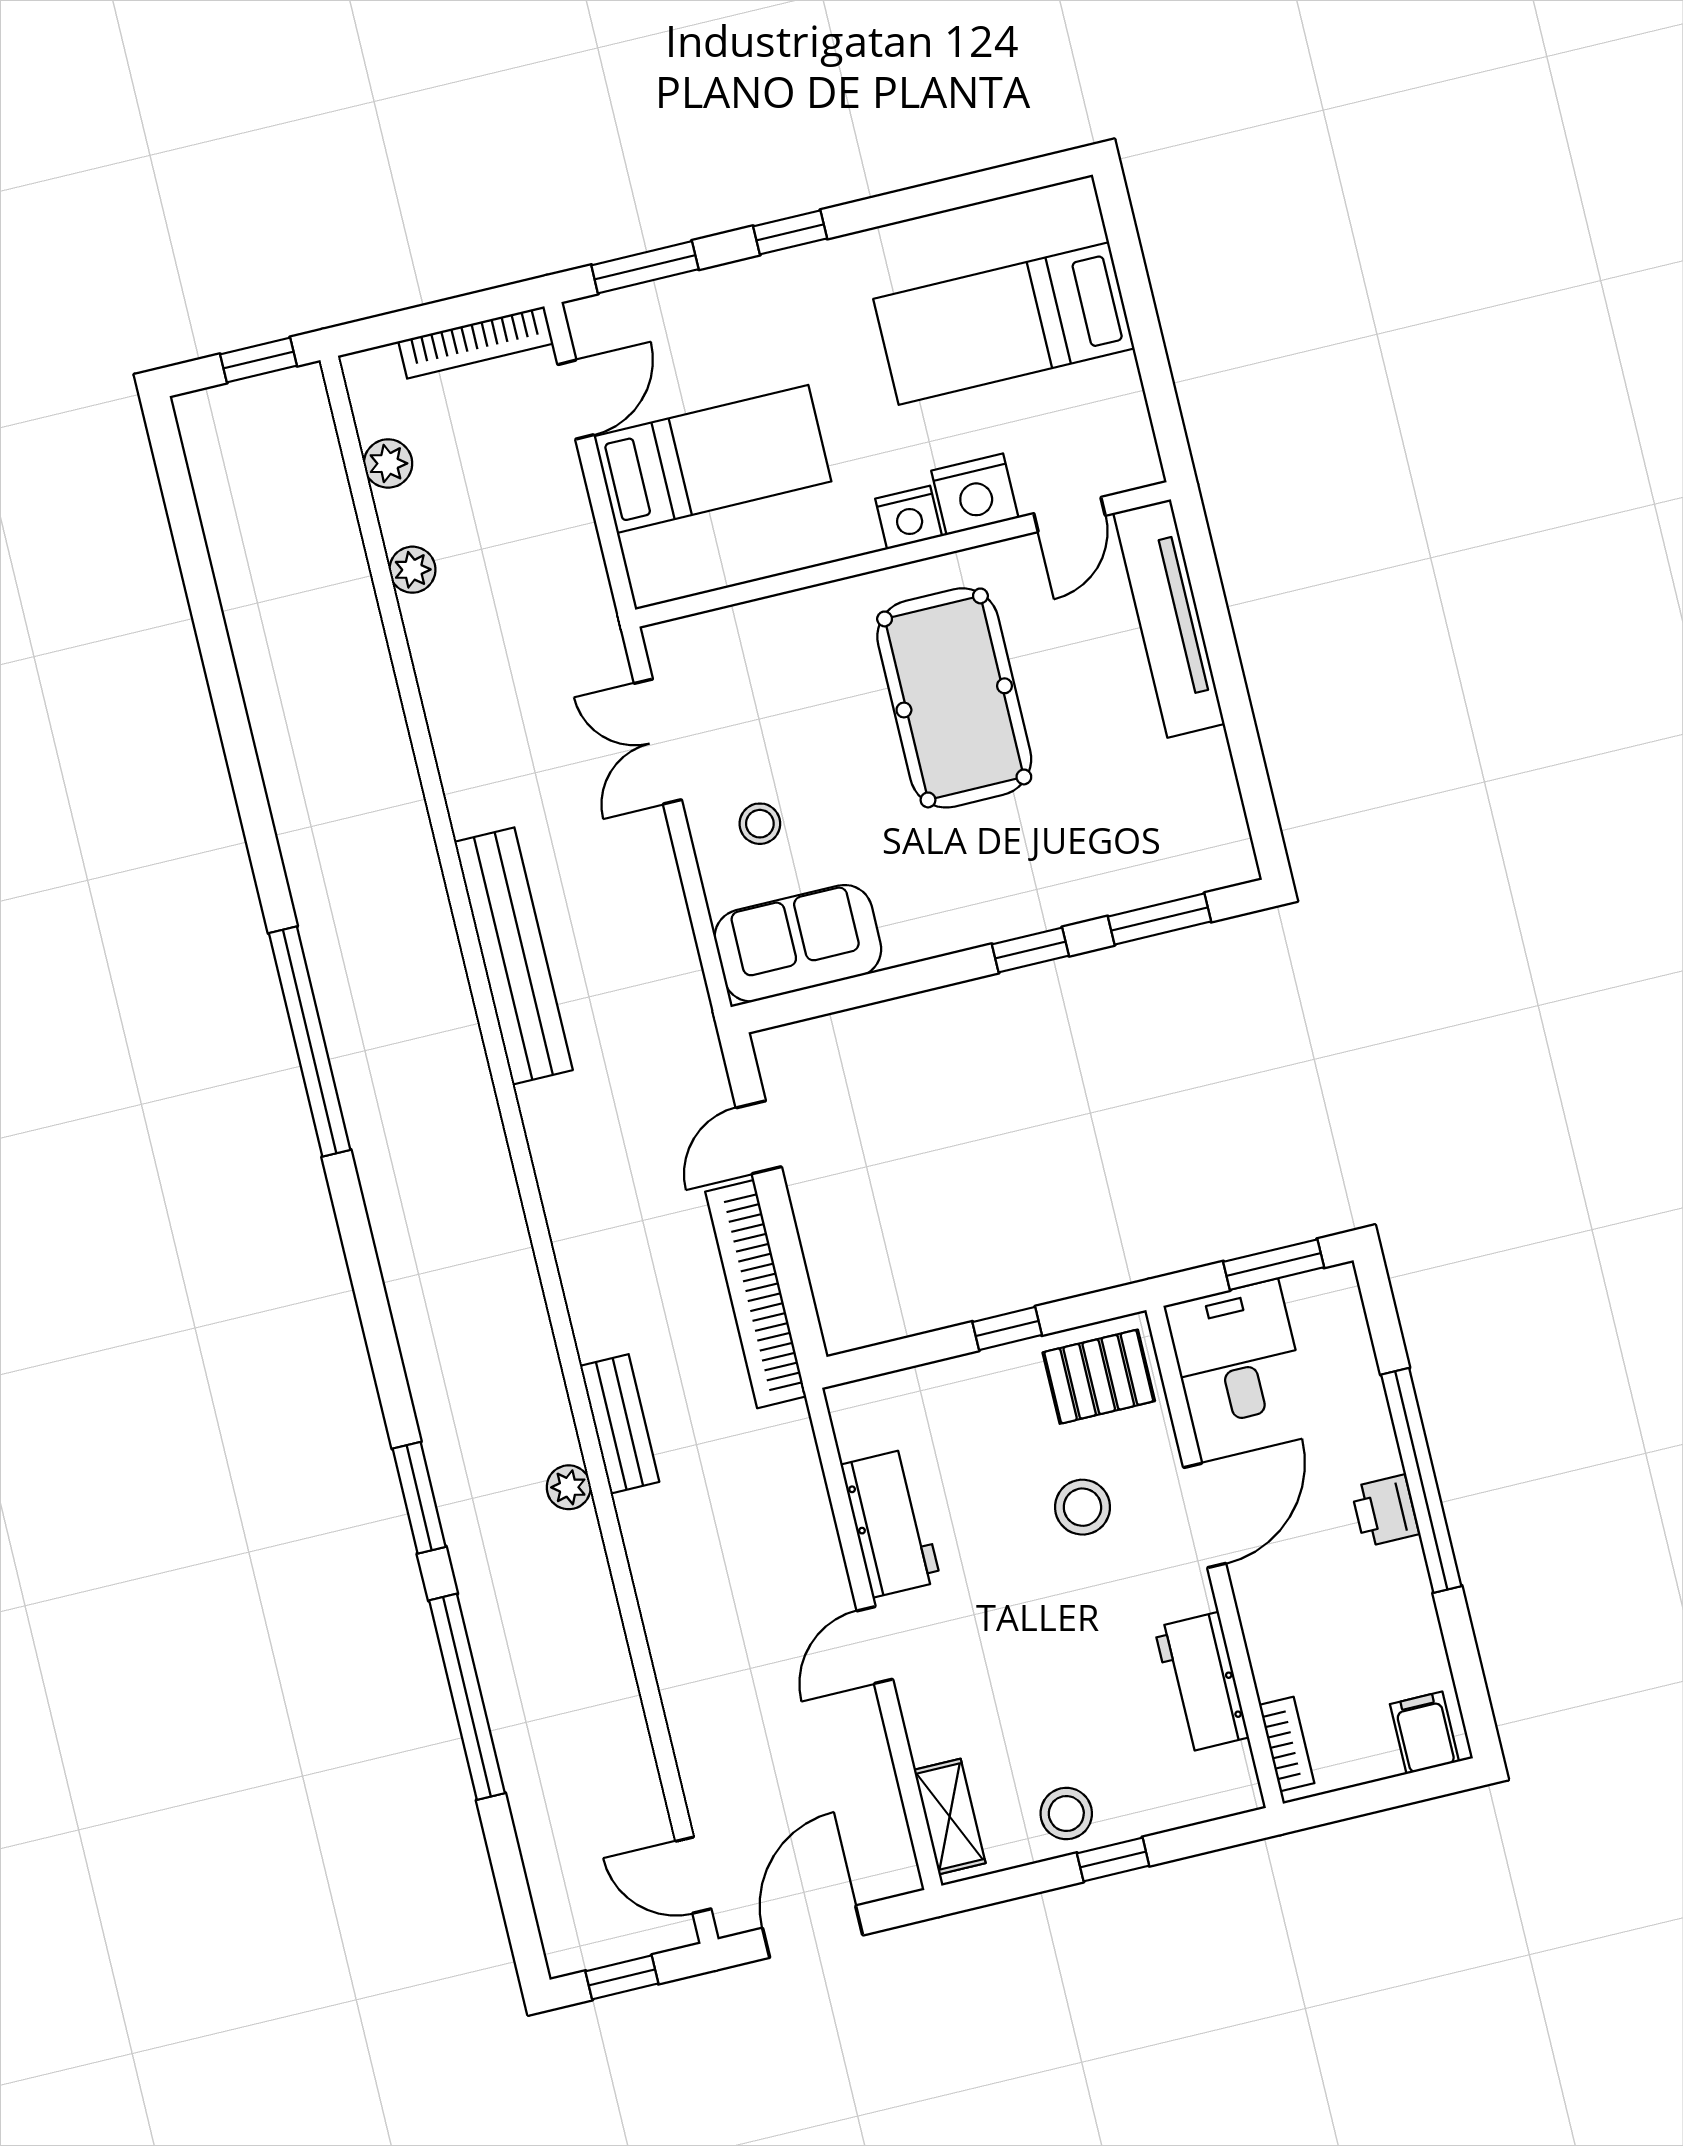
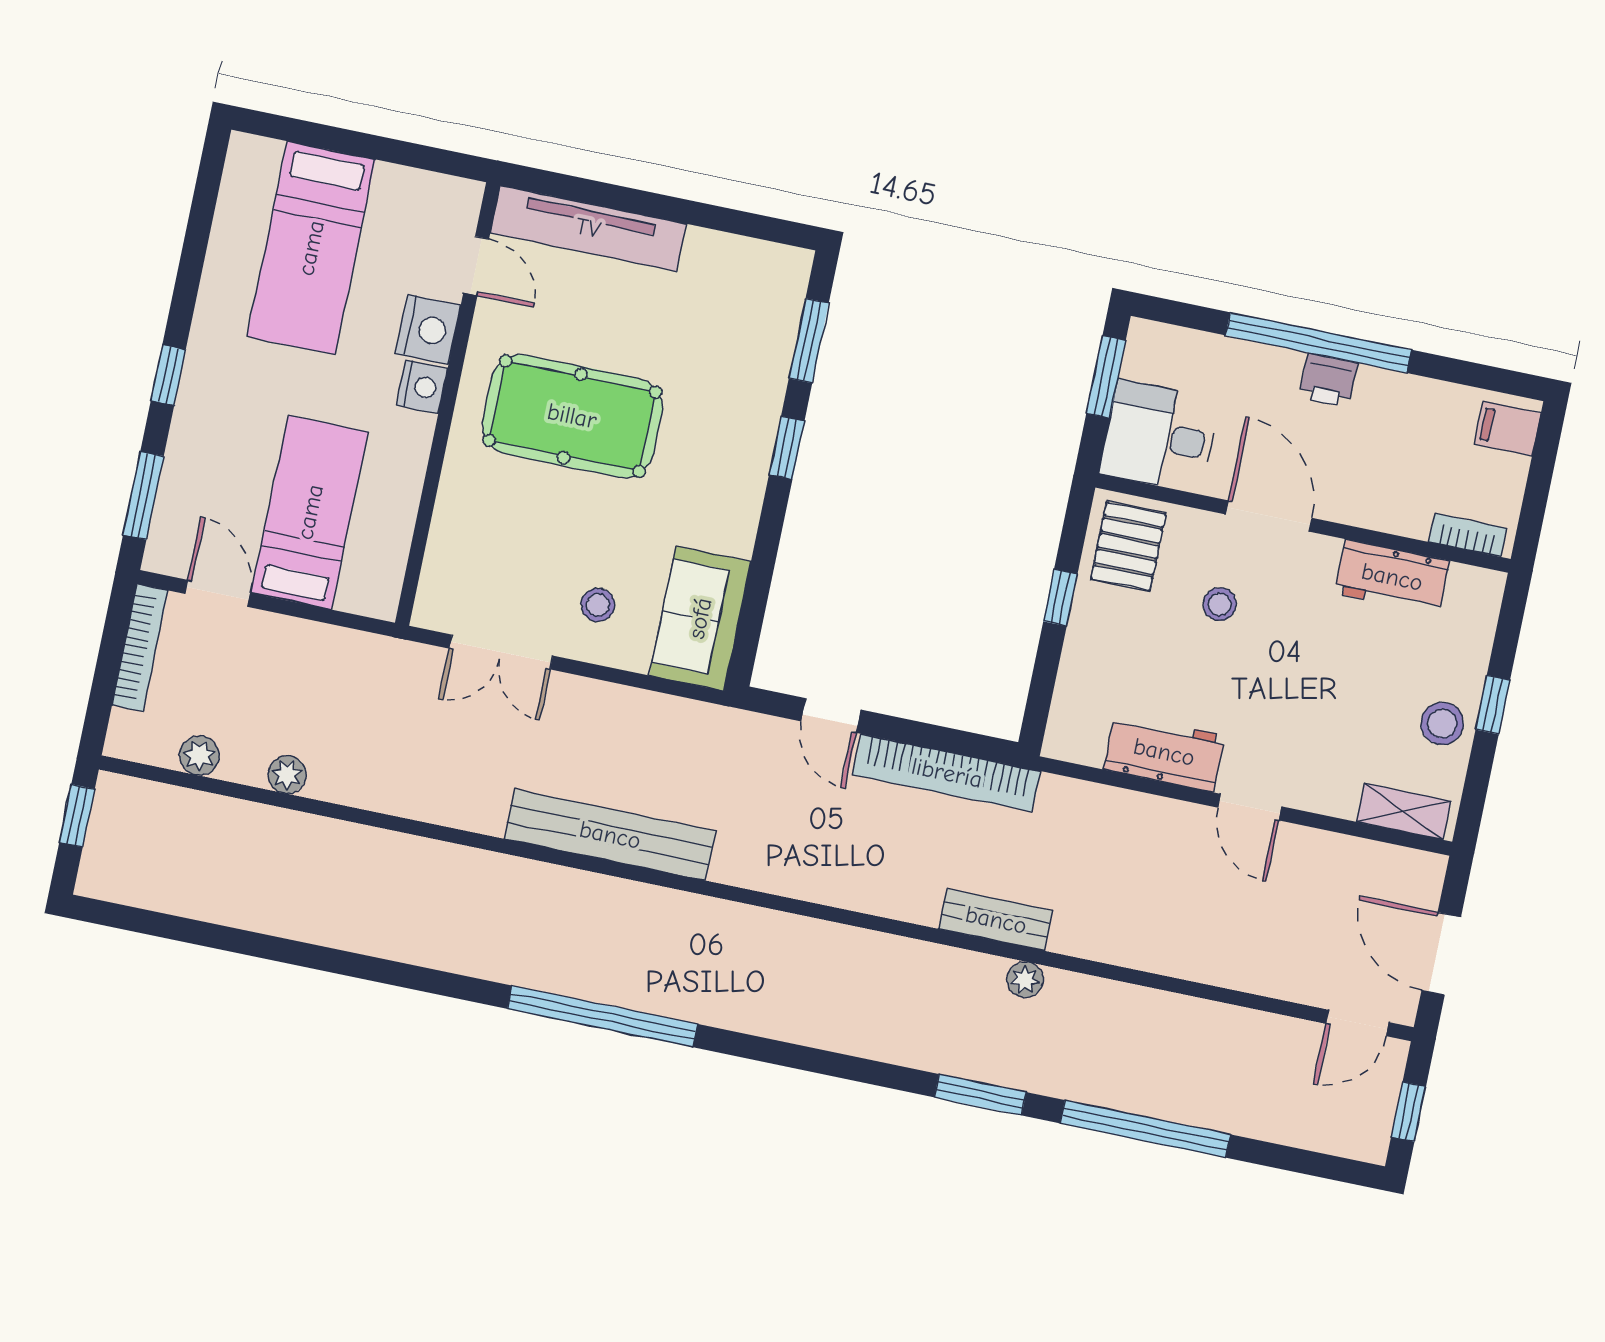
stool: (1082, 1507) -> (1220, 604), width x0.73, depth x0.73

